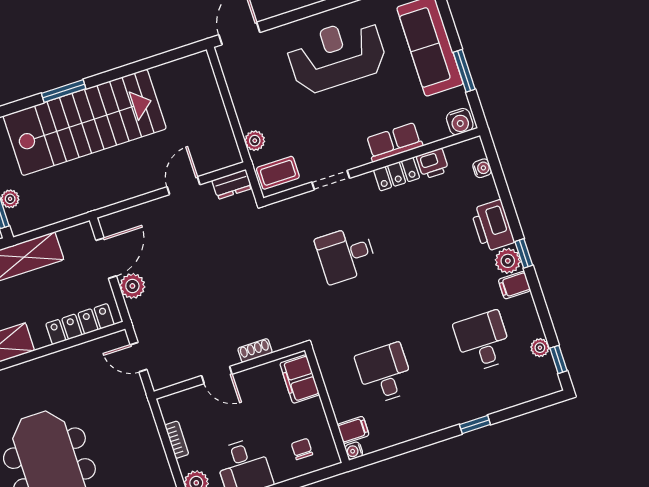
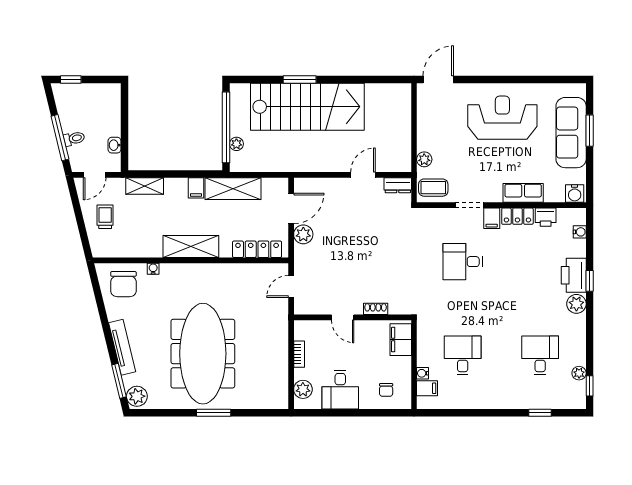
window: (464, 71) -> (590, 131), moved
window: (524, 253) -> (590, 281), moved
filing cabinet: (514, 285) -> (492, 218), moved, turned -90
door: (139, 357) -> (291, 286), hinge flipped
window: (475, 424) -> (540, 413), moved
chair: (302, 449) -> (386, 390), turned 180
water cooler: (354, 451) -> (423, 373), moved

